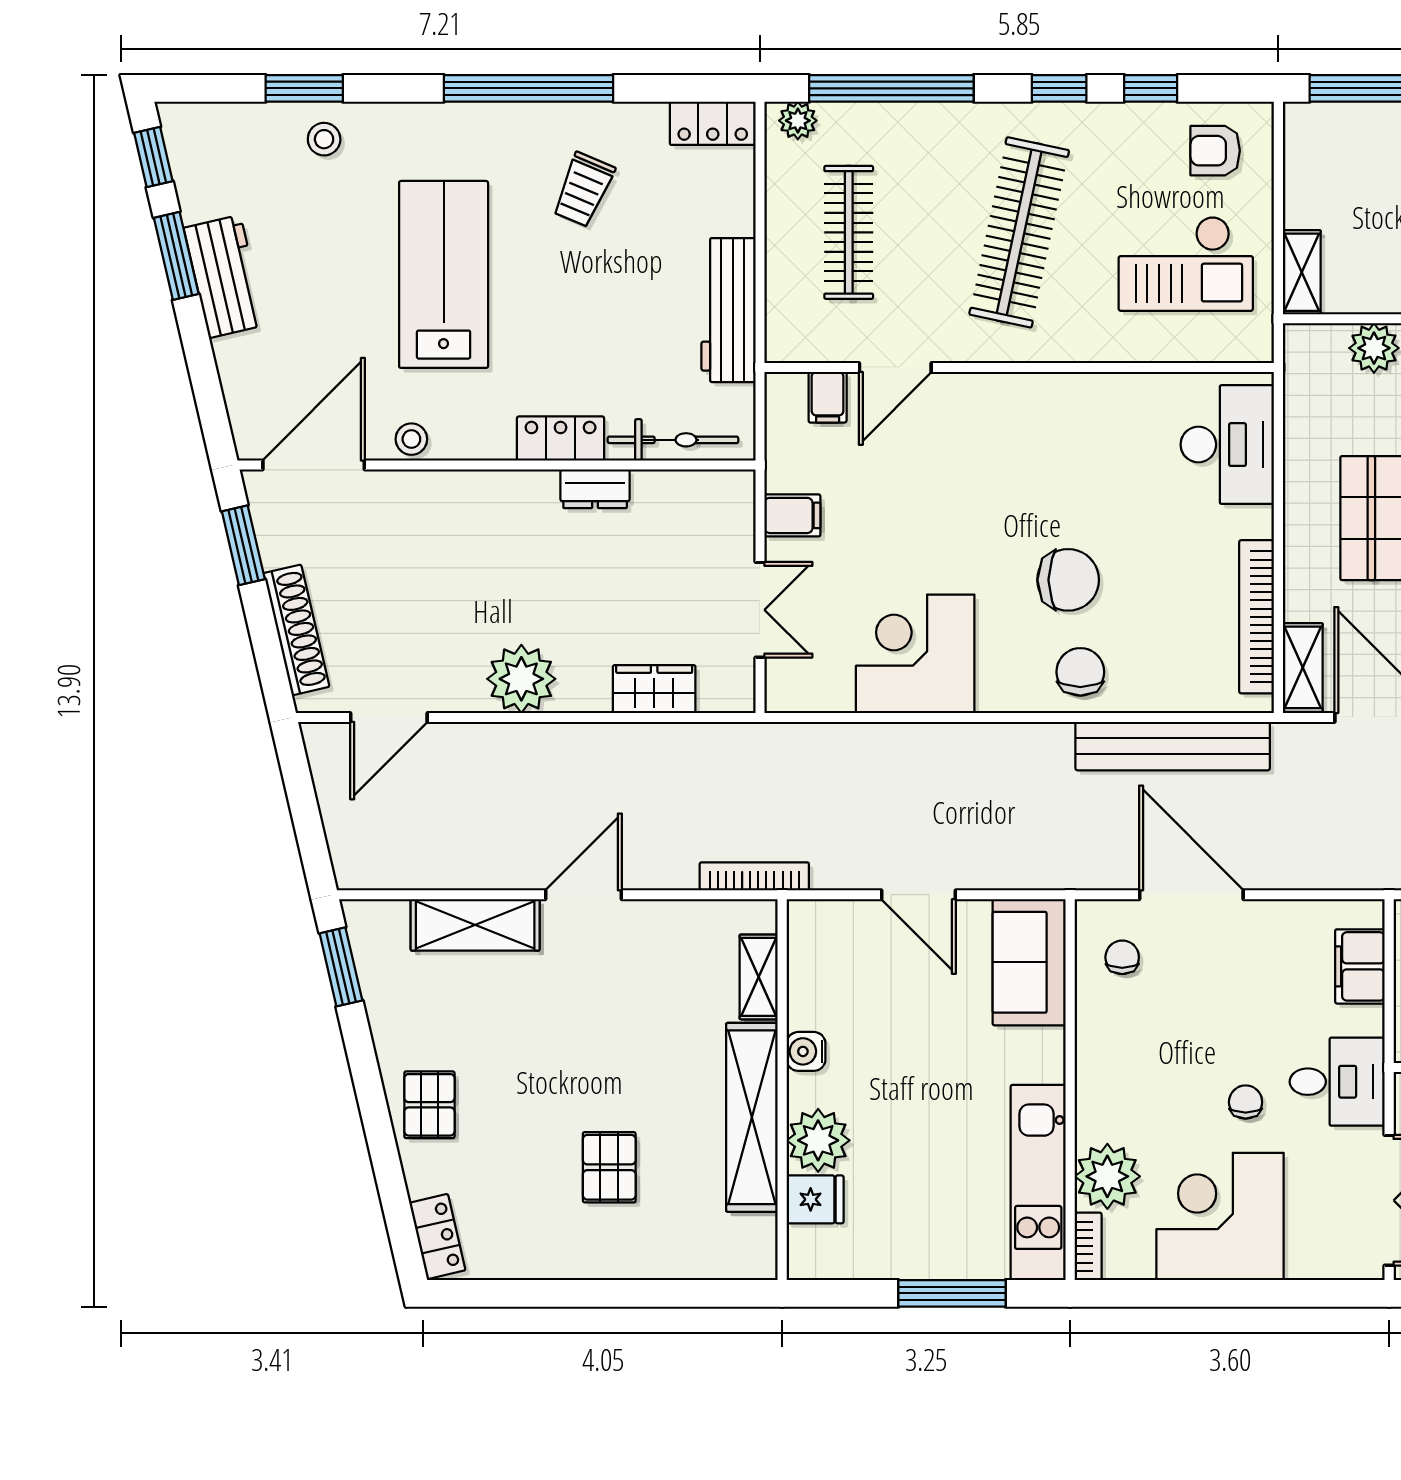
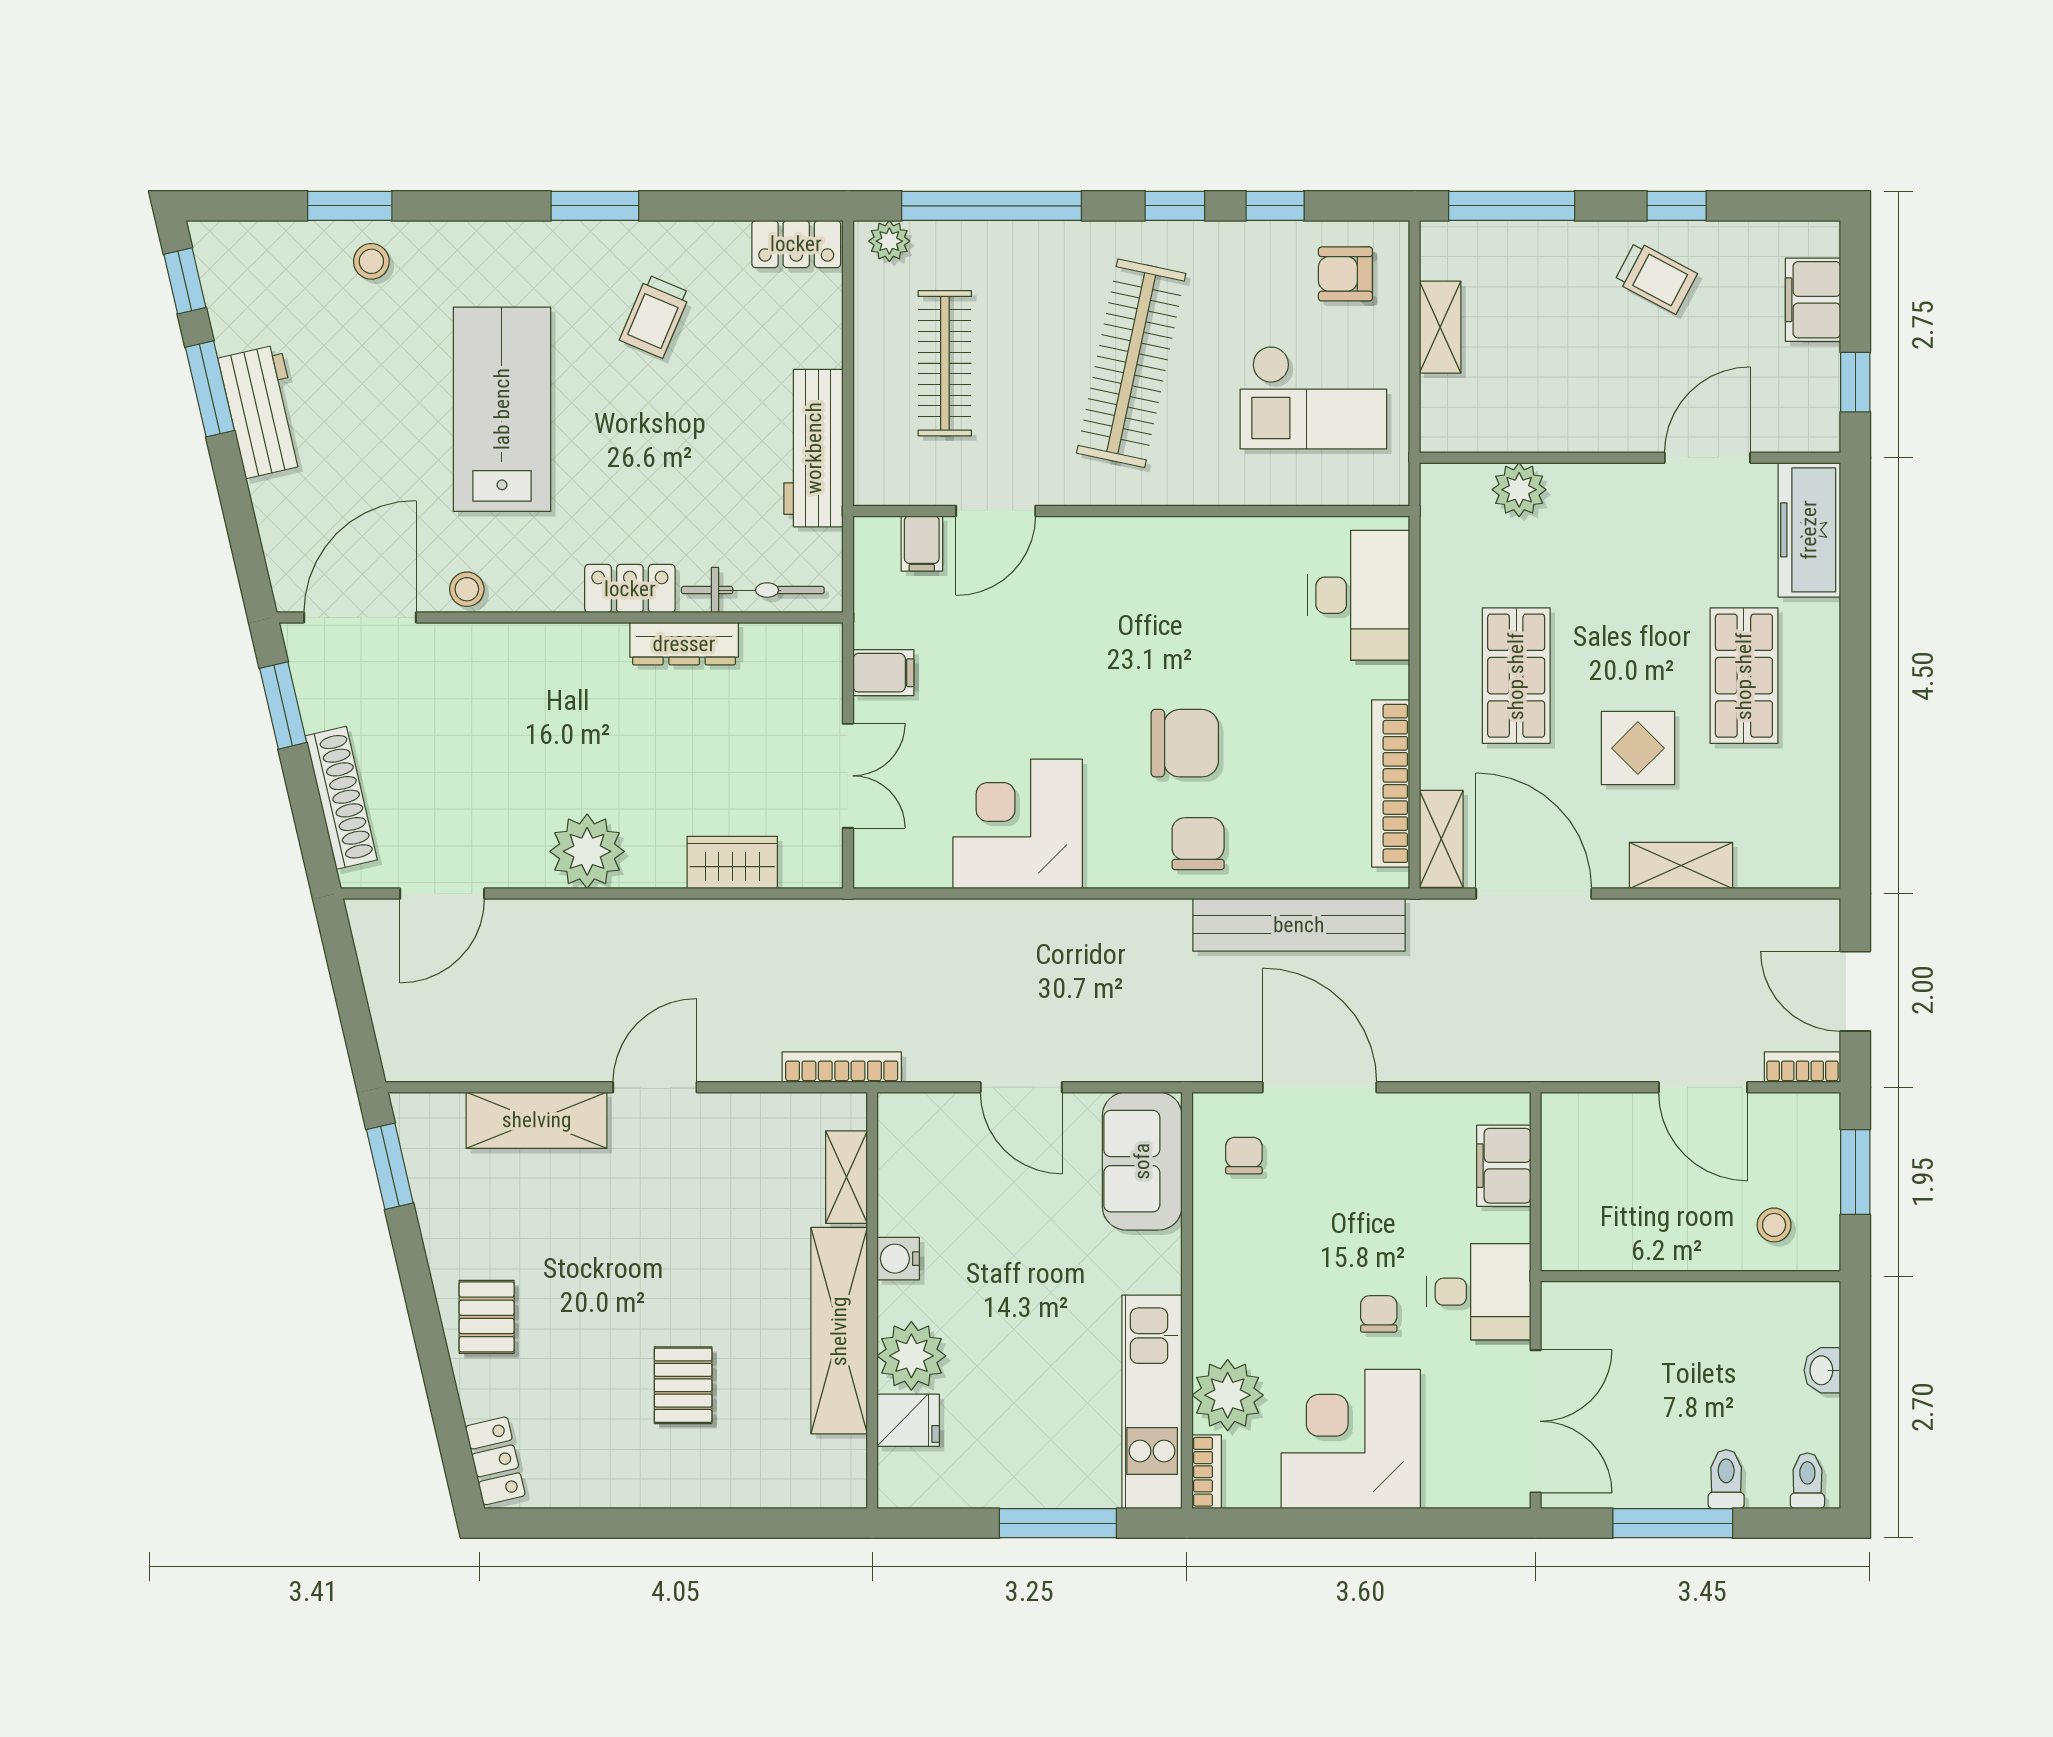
window: (529, 88) -> (595, 206), width x0.47
shelving: (1302, 272) -> (1440, 327), moved
dresser: (595, 489) -> (684, 644), width x1.44

